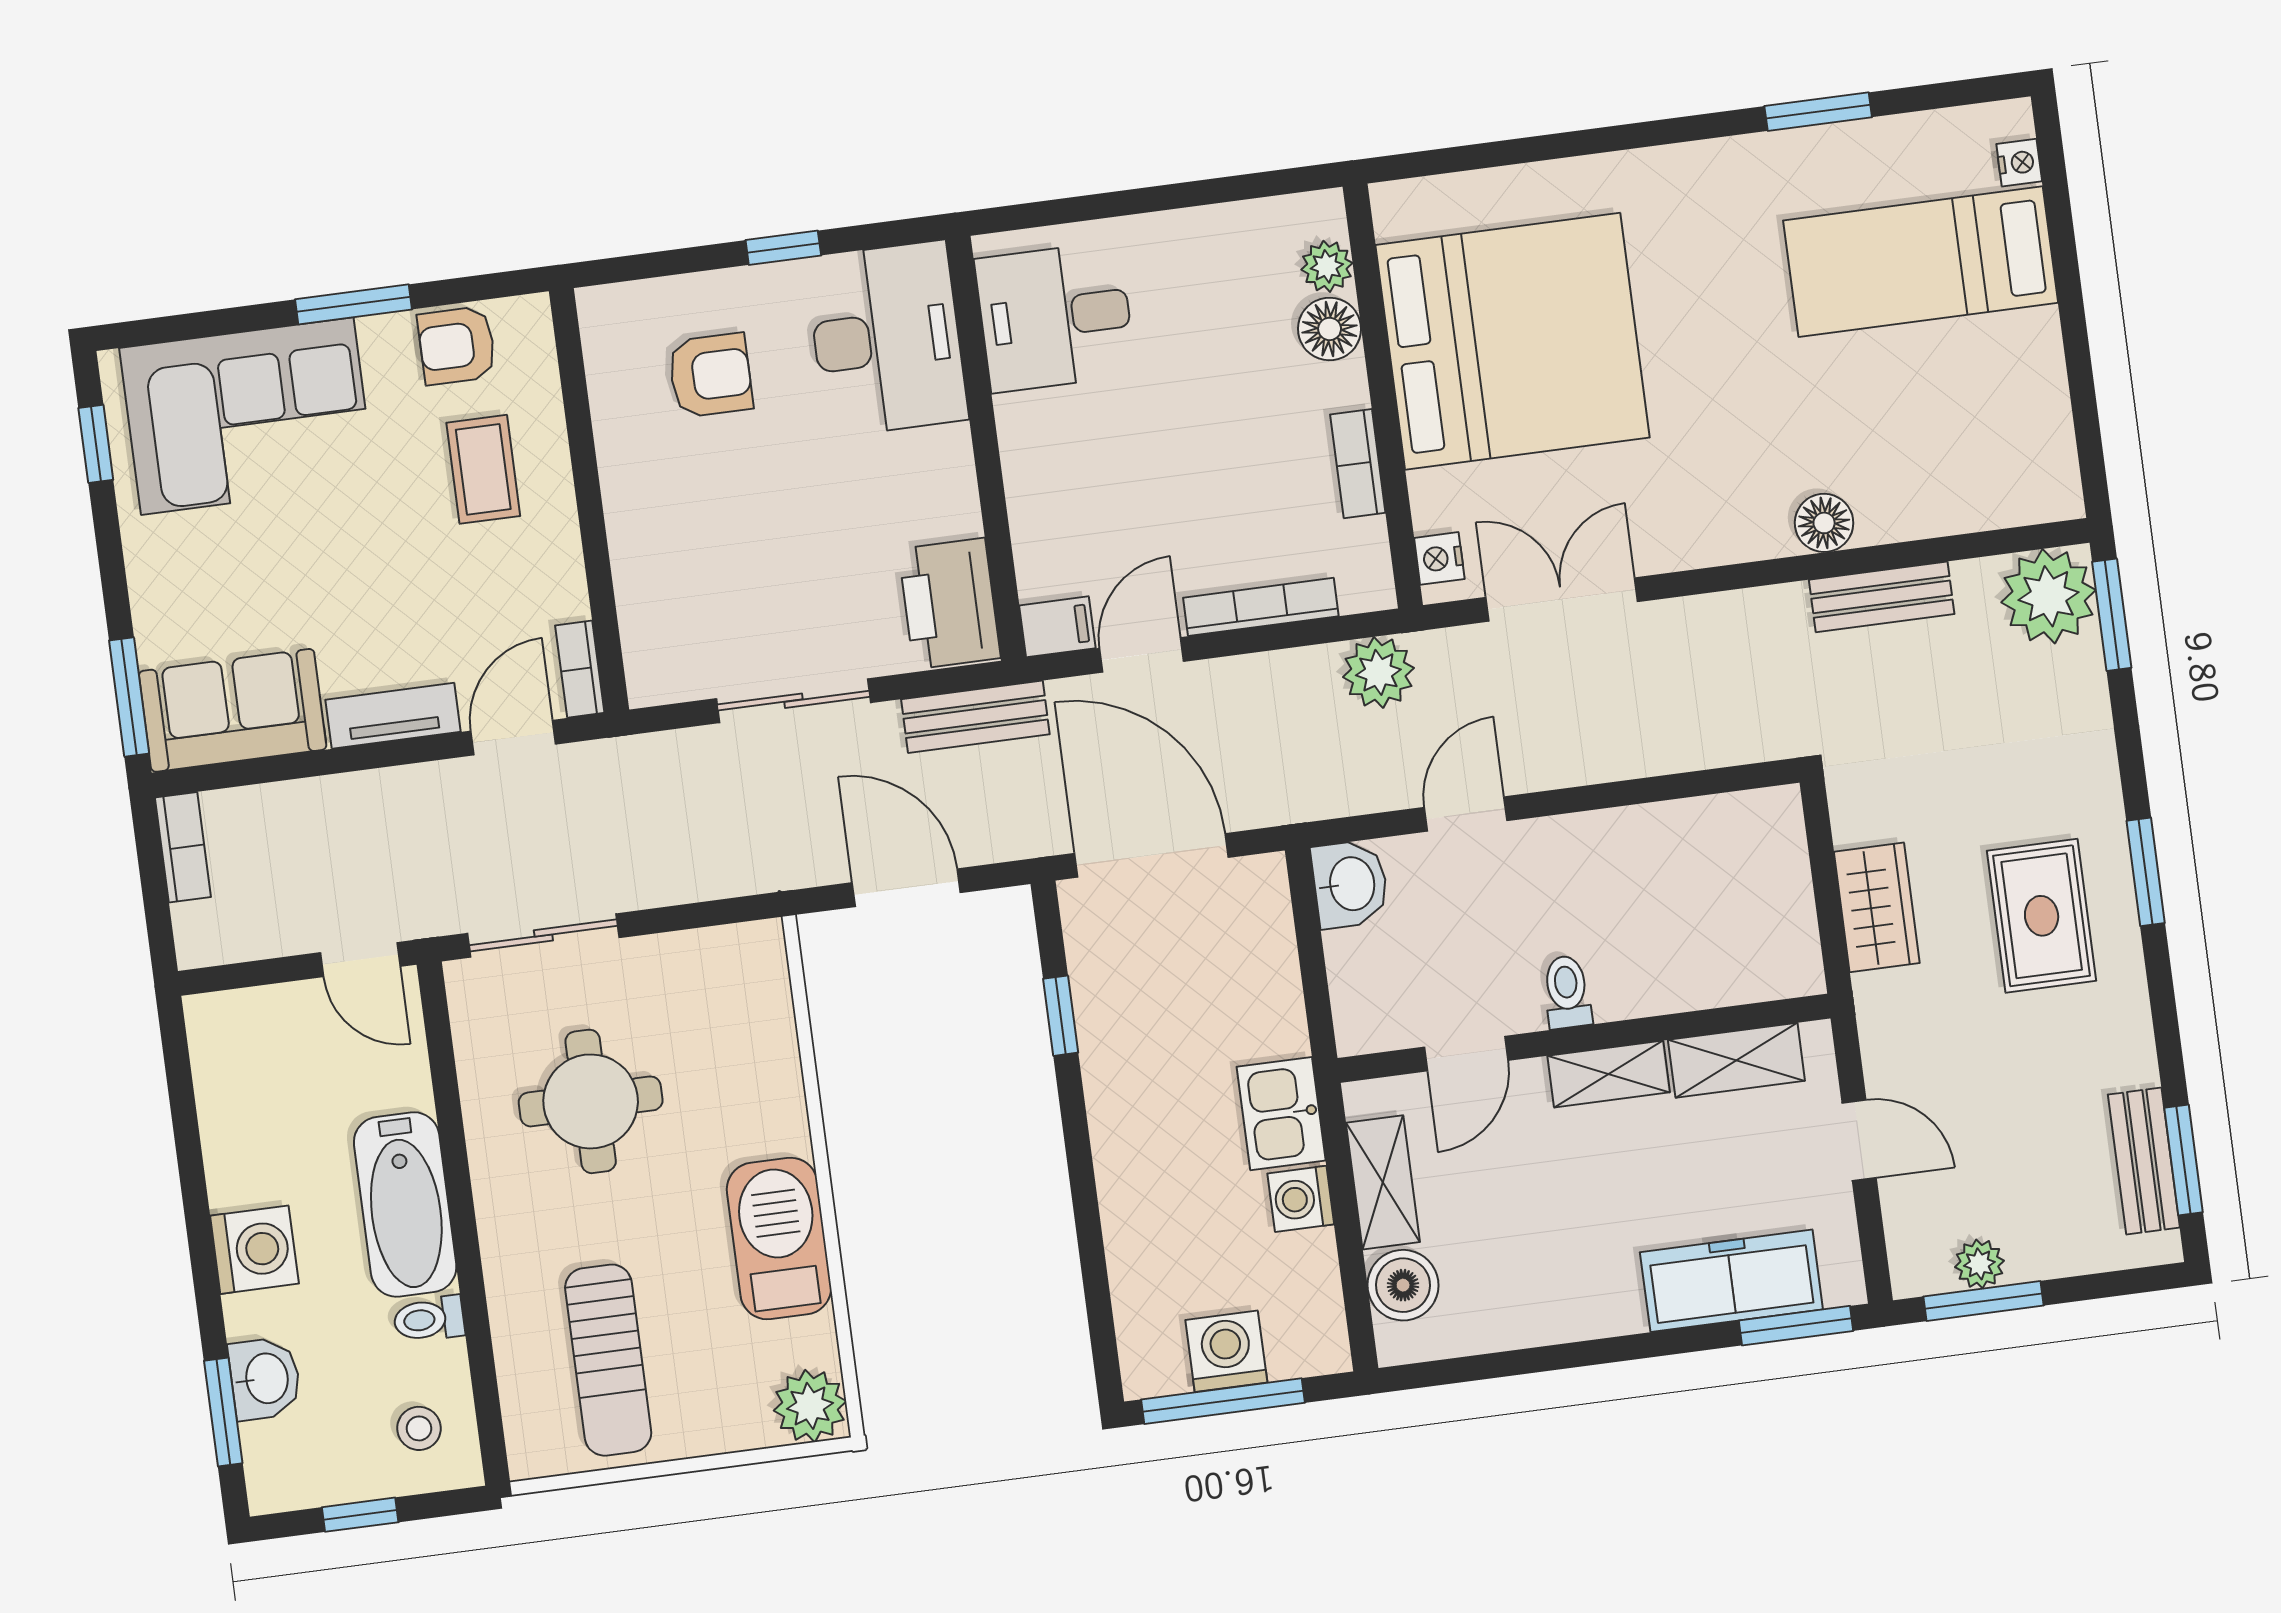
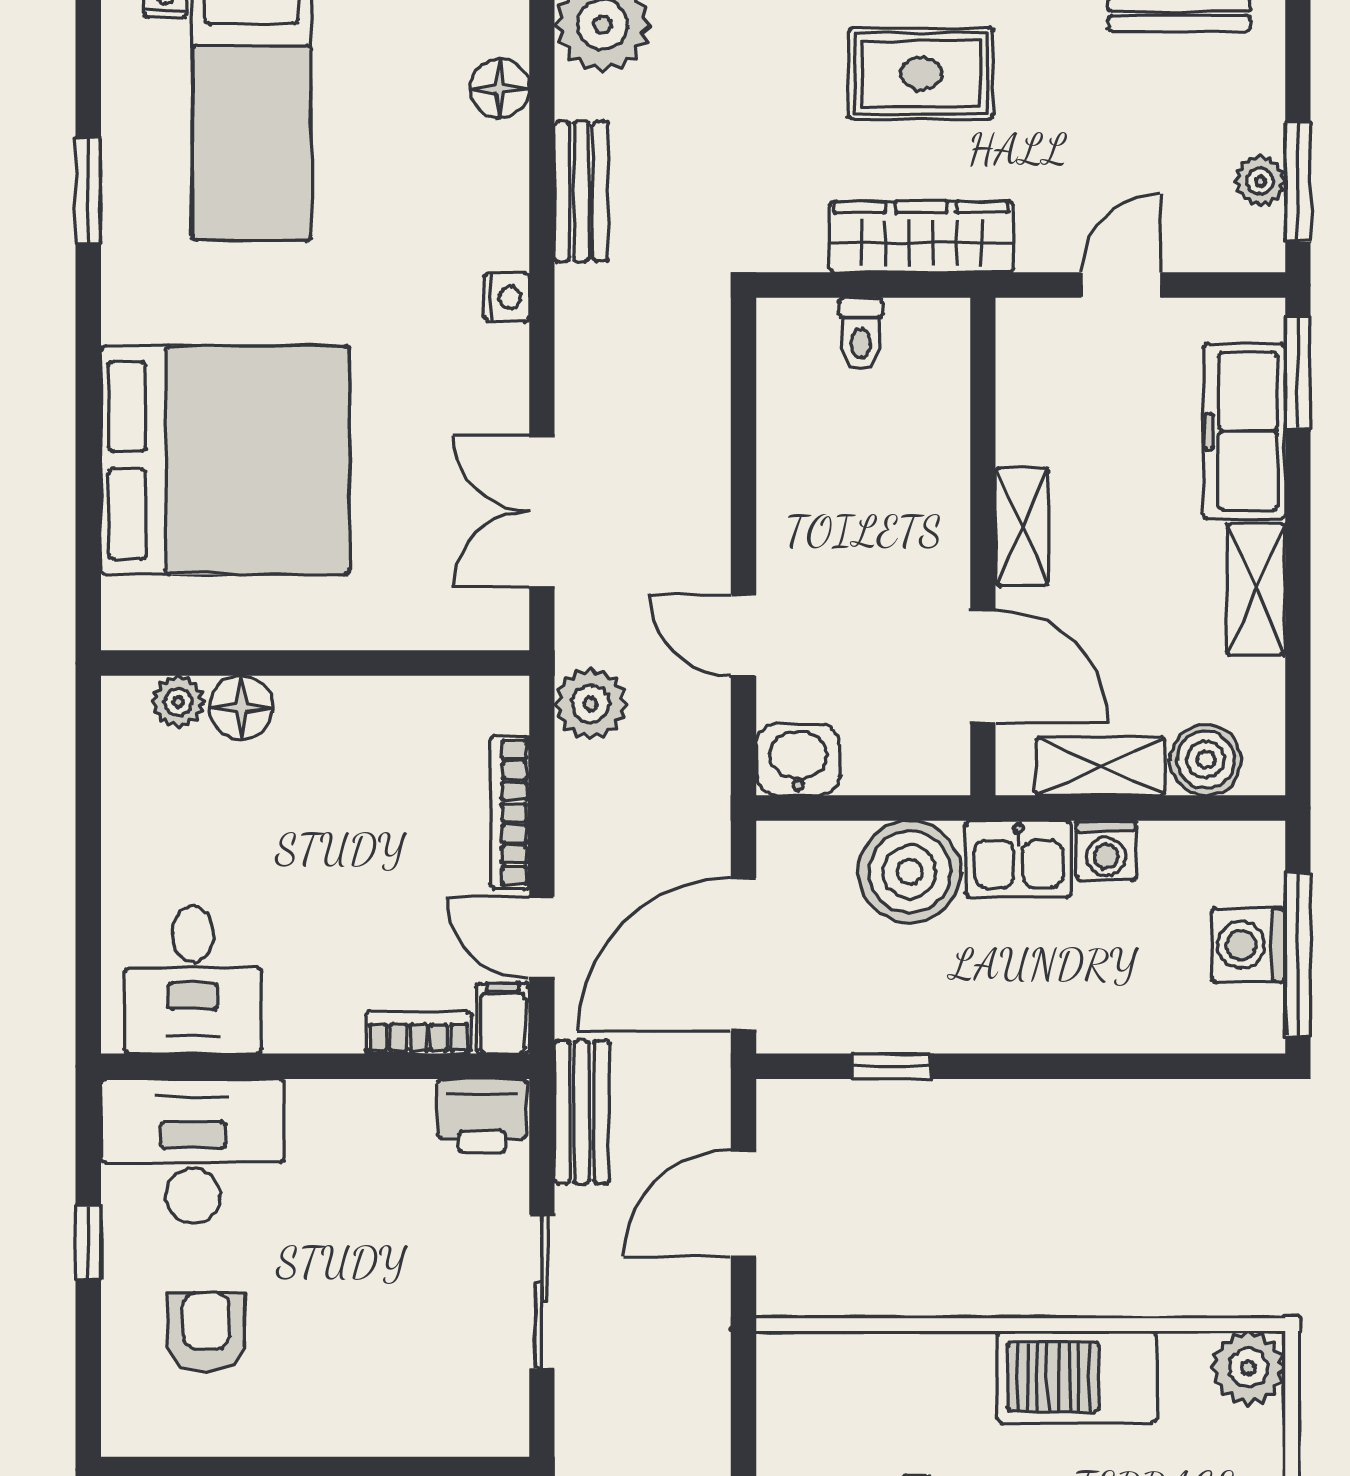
bed: (1513, 341) -> (225, 460), moved, turned 90
bookcase: (1358, 464) -> (418, 1033), moved, turned 180
floor lamp: (1824, 523) -> (500, 88), moved
nightstand: (1439, 558) -> (507, 297), moved, turned -90
printer: (950, 604) -> (482, 1116), width x0.73, depth x0.84
wardrobe: (1877, 907) -> (921, 237), width x1.50
toilet: (1567, 992) -> (861, 334), moved, turned -90
boiler: (1254, 1008) -> (910, 872), added
door: (1466, 1054) -> (983, 666), width x1.38
shelving: (1736, 1060) -> (1256, 589), moved

